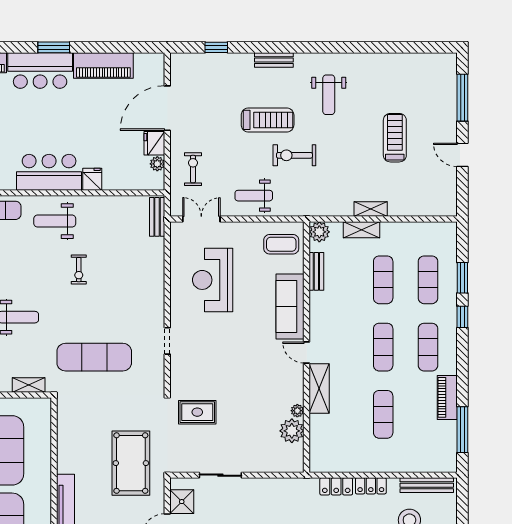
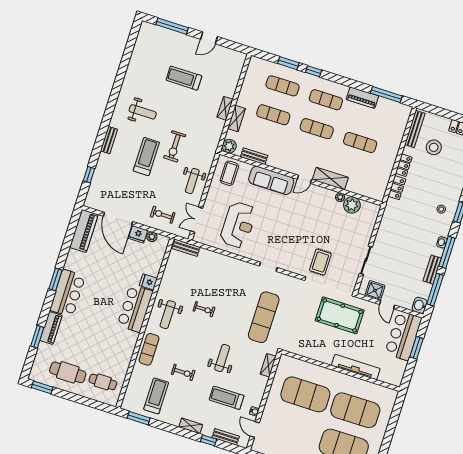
piano: (103, 66) -> (84, 231), moved
reception desk: (213, 280) -> (238, 225), turned -90

